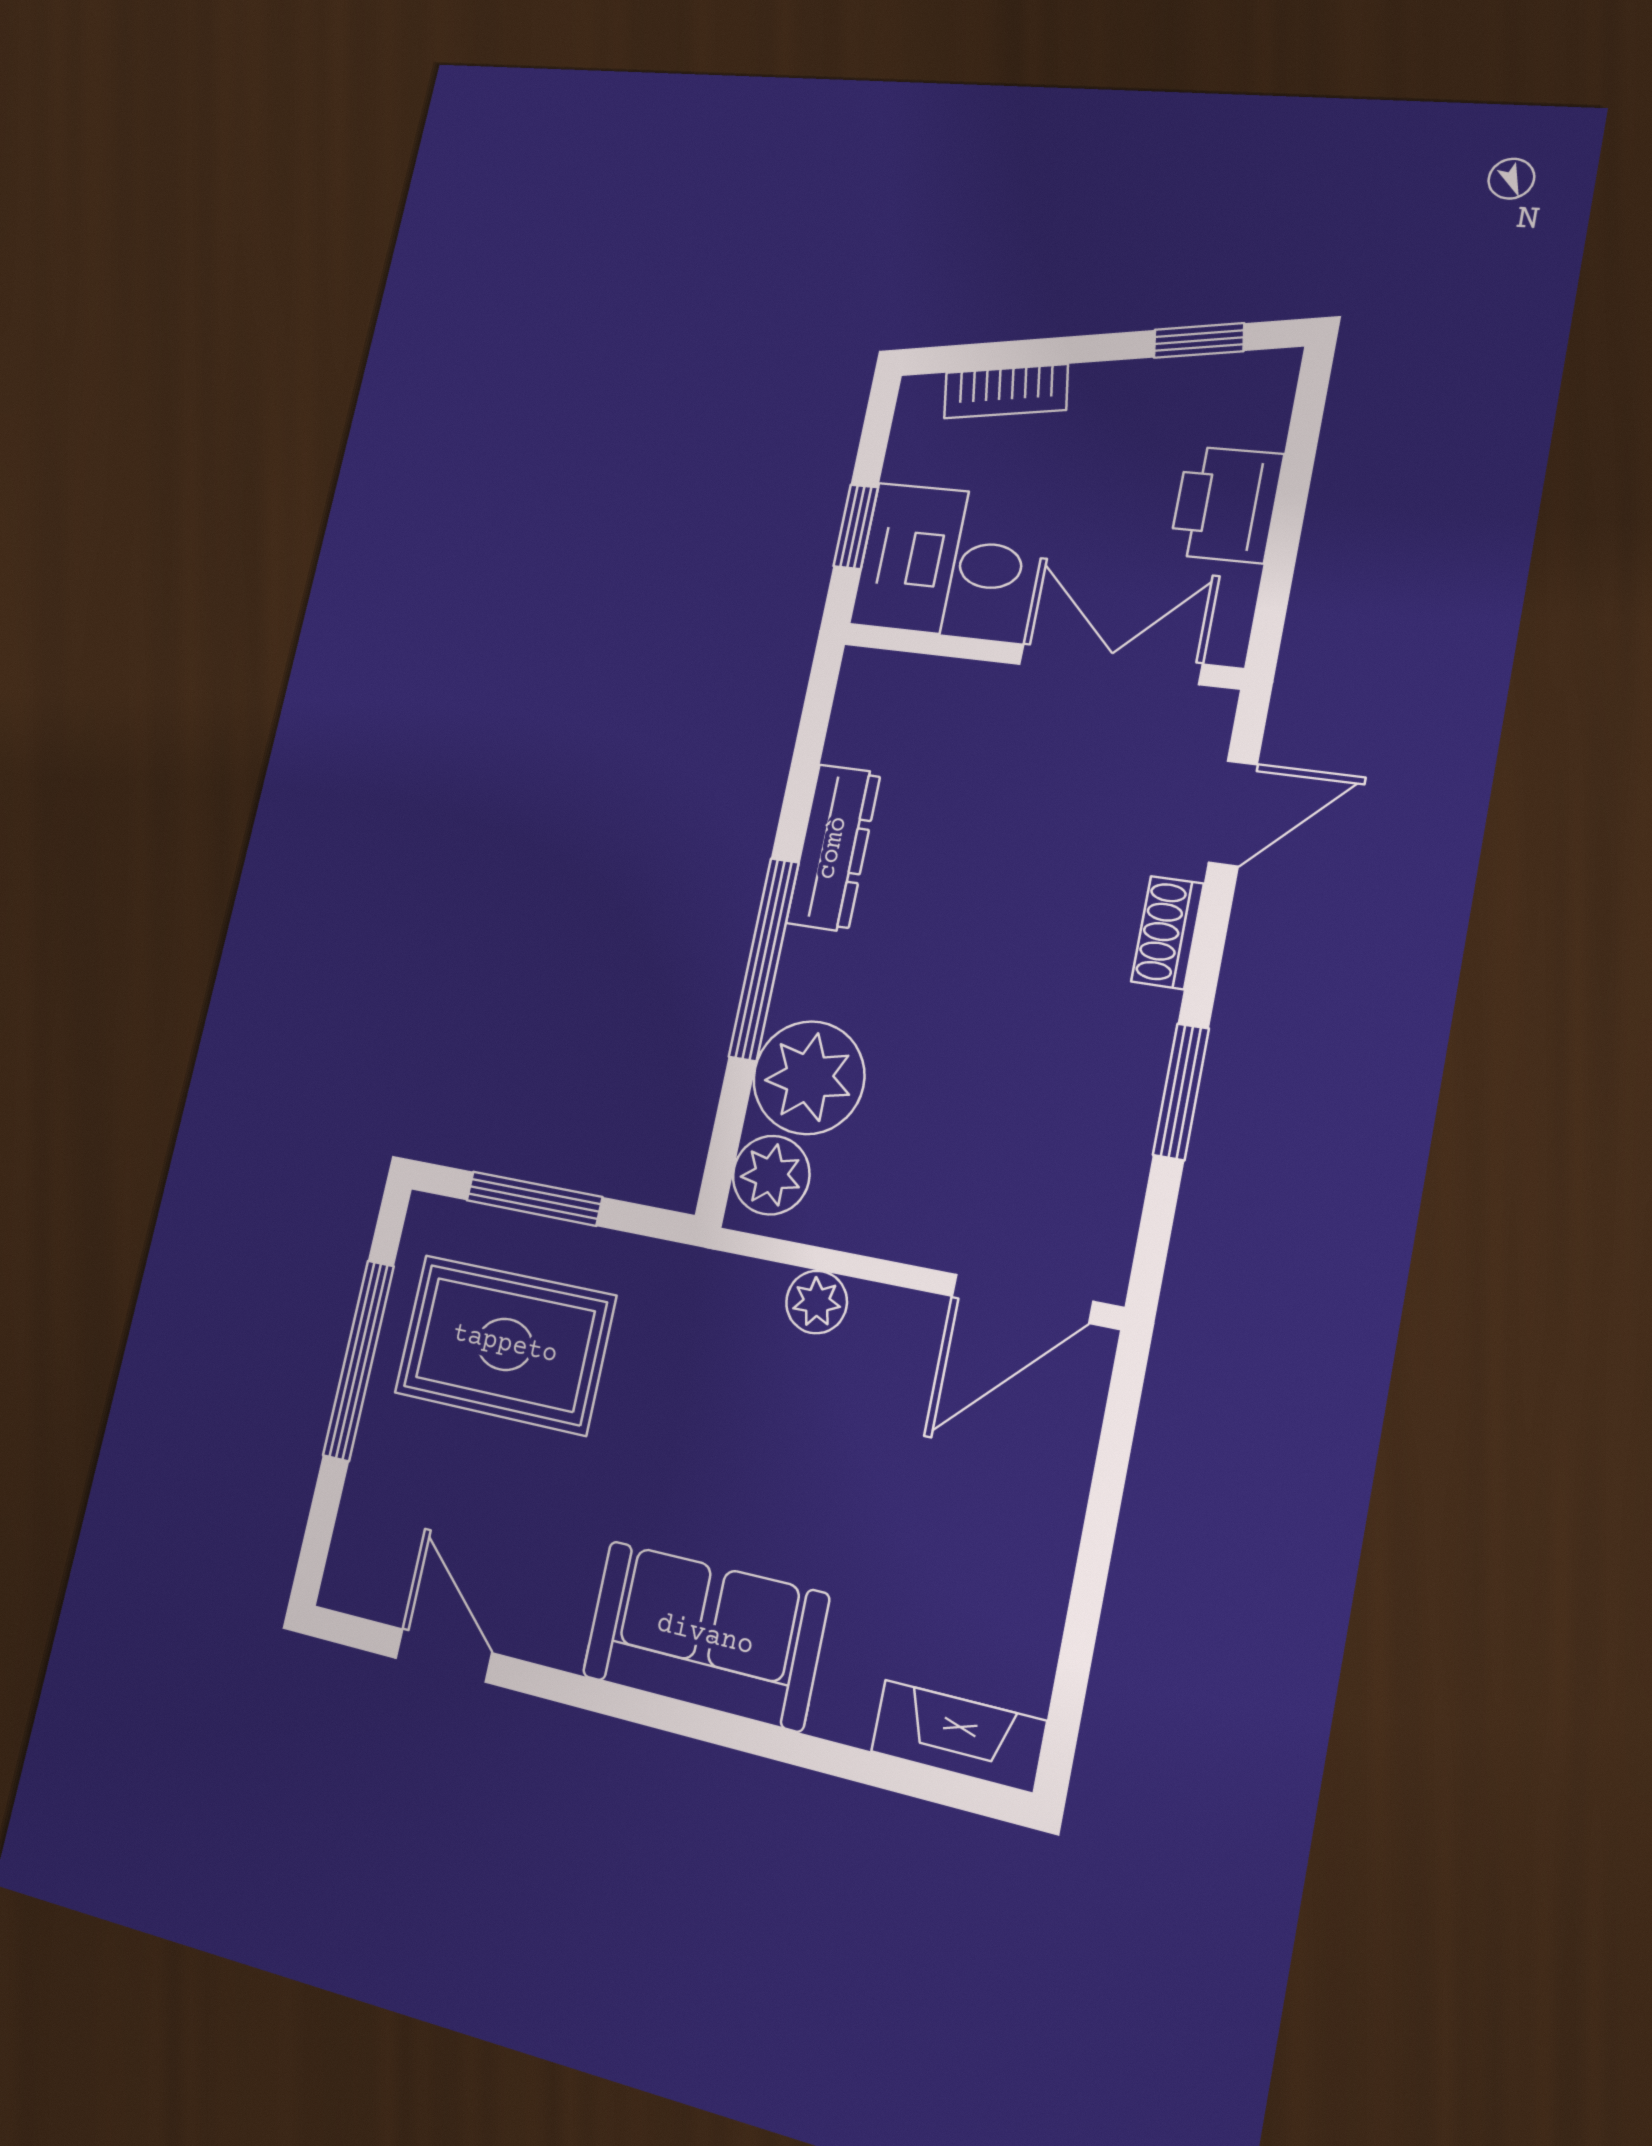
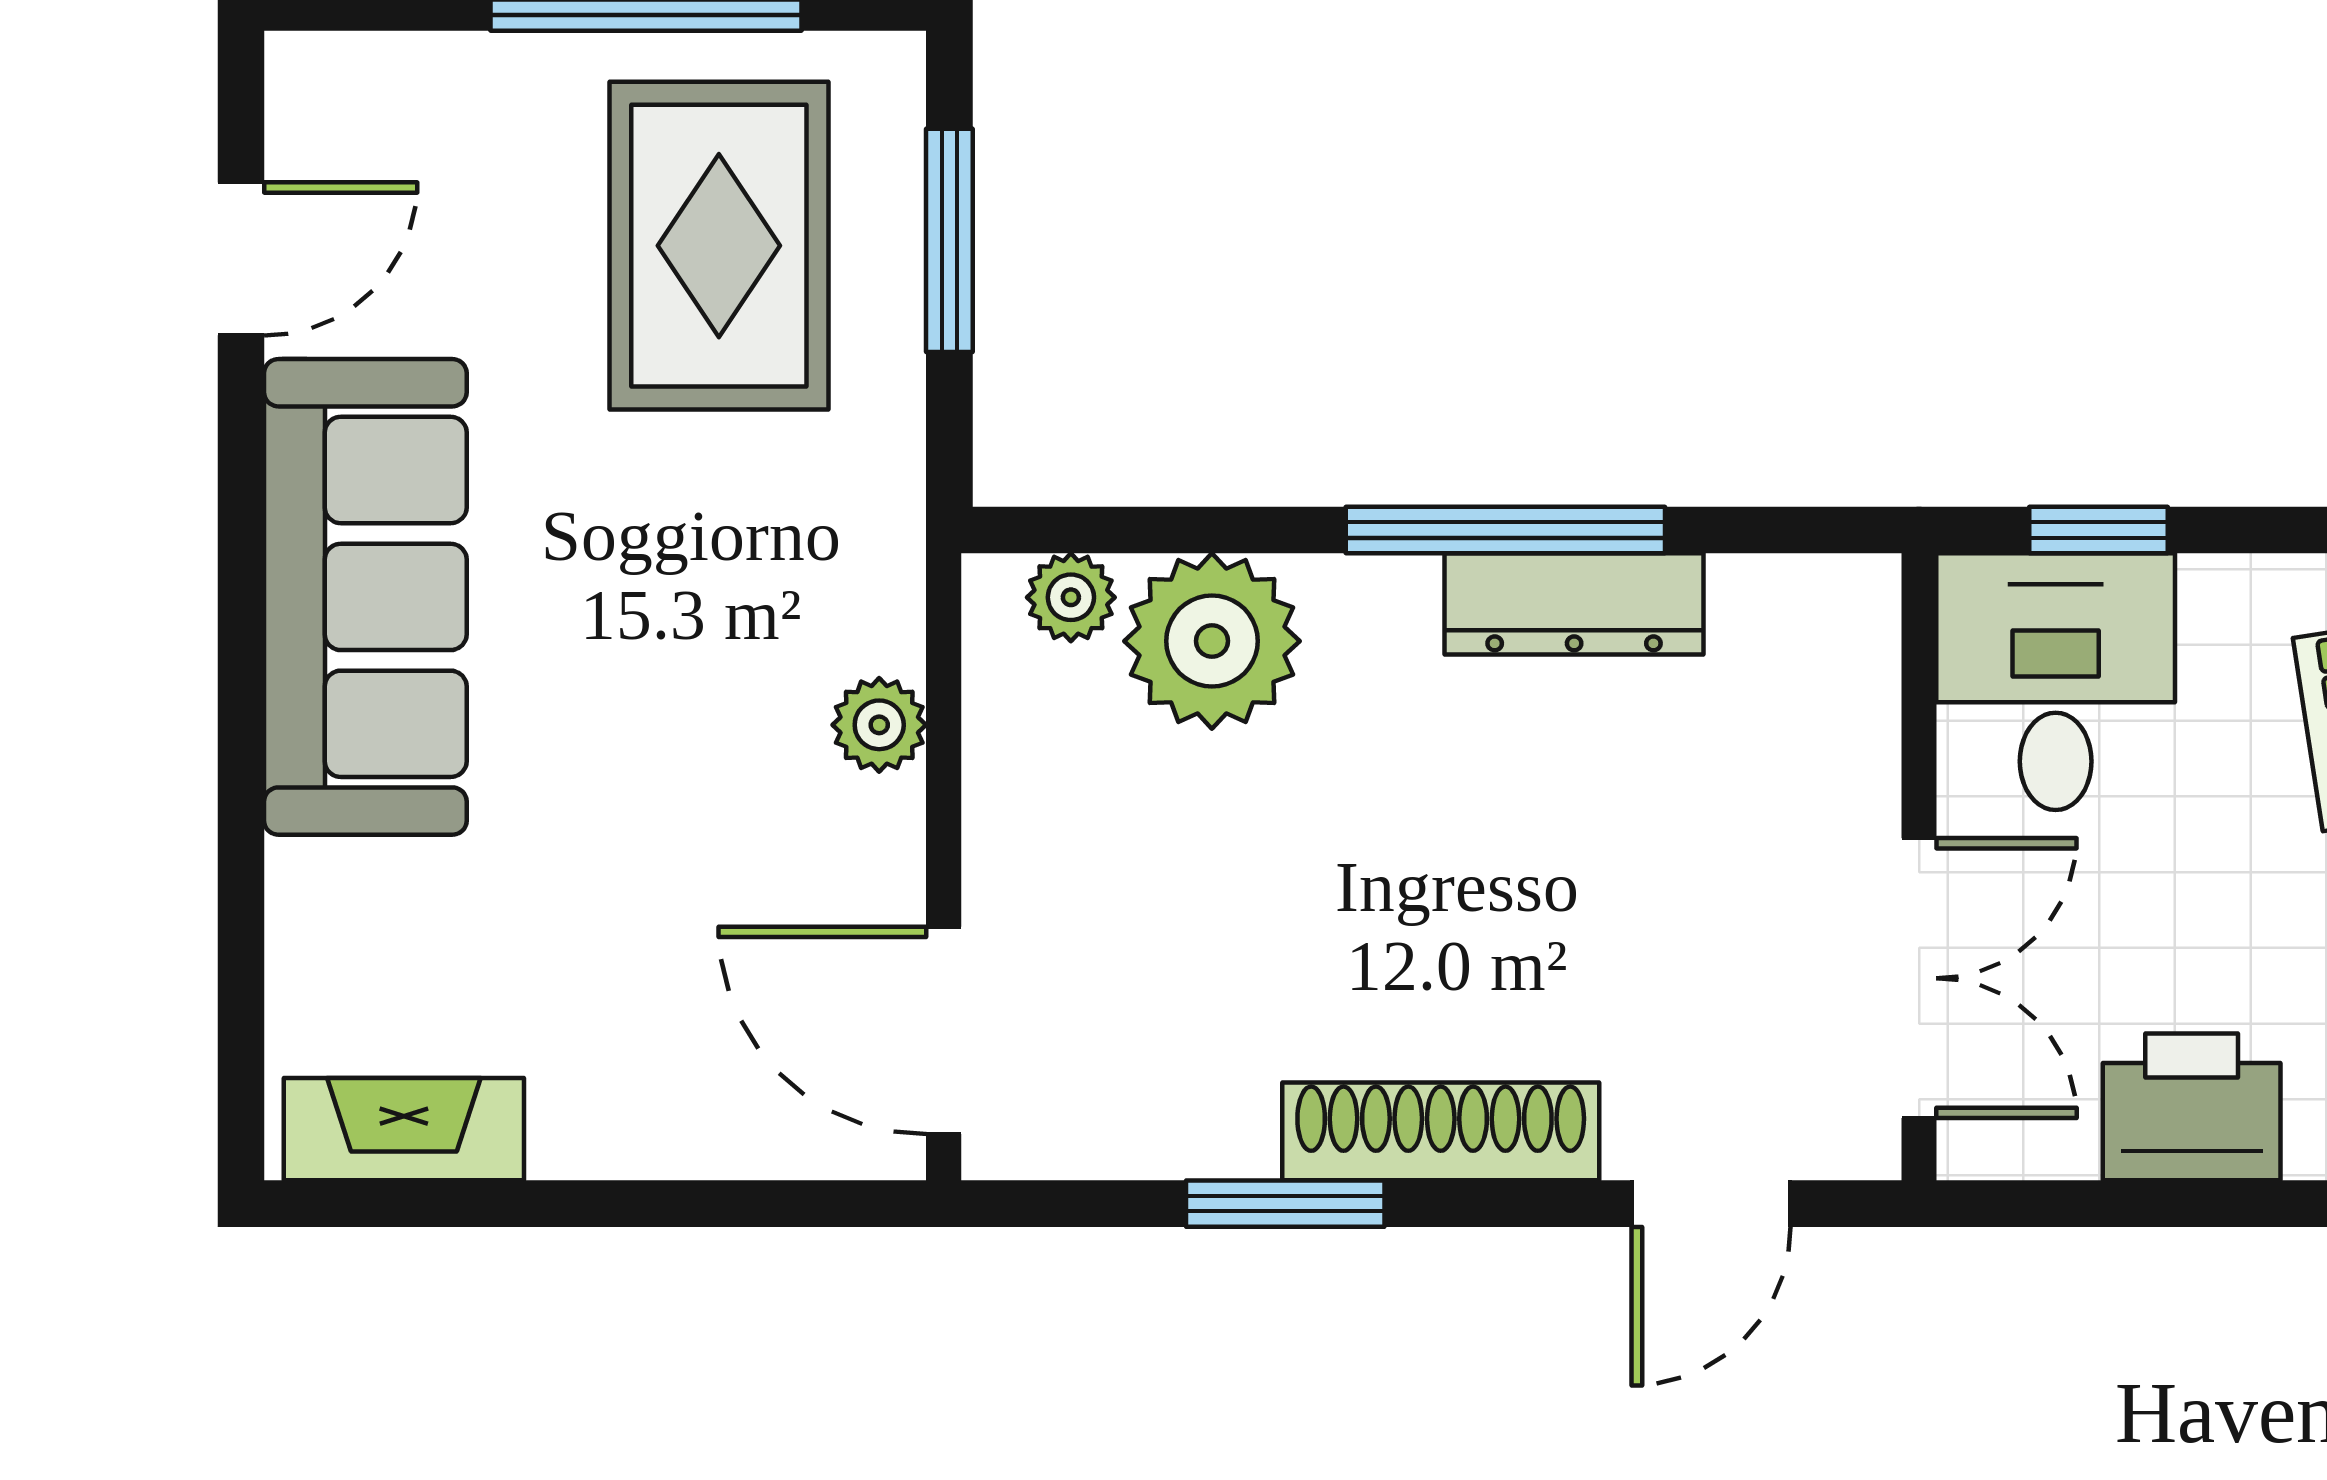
door: (1233, 813) -> (1711, 1204), hinge flipped
shoe rack: (1167, 933) -> (1441, 1131), width x1.94, depth x1.24
window: (764, 959) -> (1505, 530), moved
plant: (771, 1175) -> (1071, 597), width x0.73, depth x0.73
sofa: (705, 1635) -> (365, 597), width x1.36
fireplace: (958, 1736) -> (404, 1129), moved, turned -90

